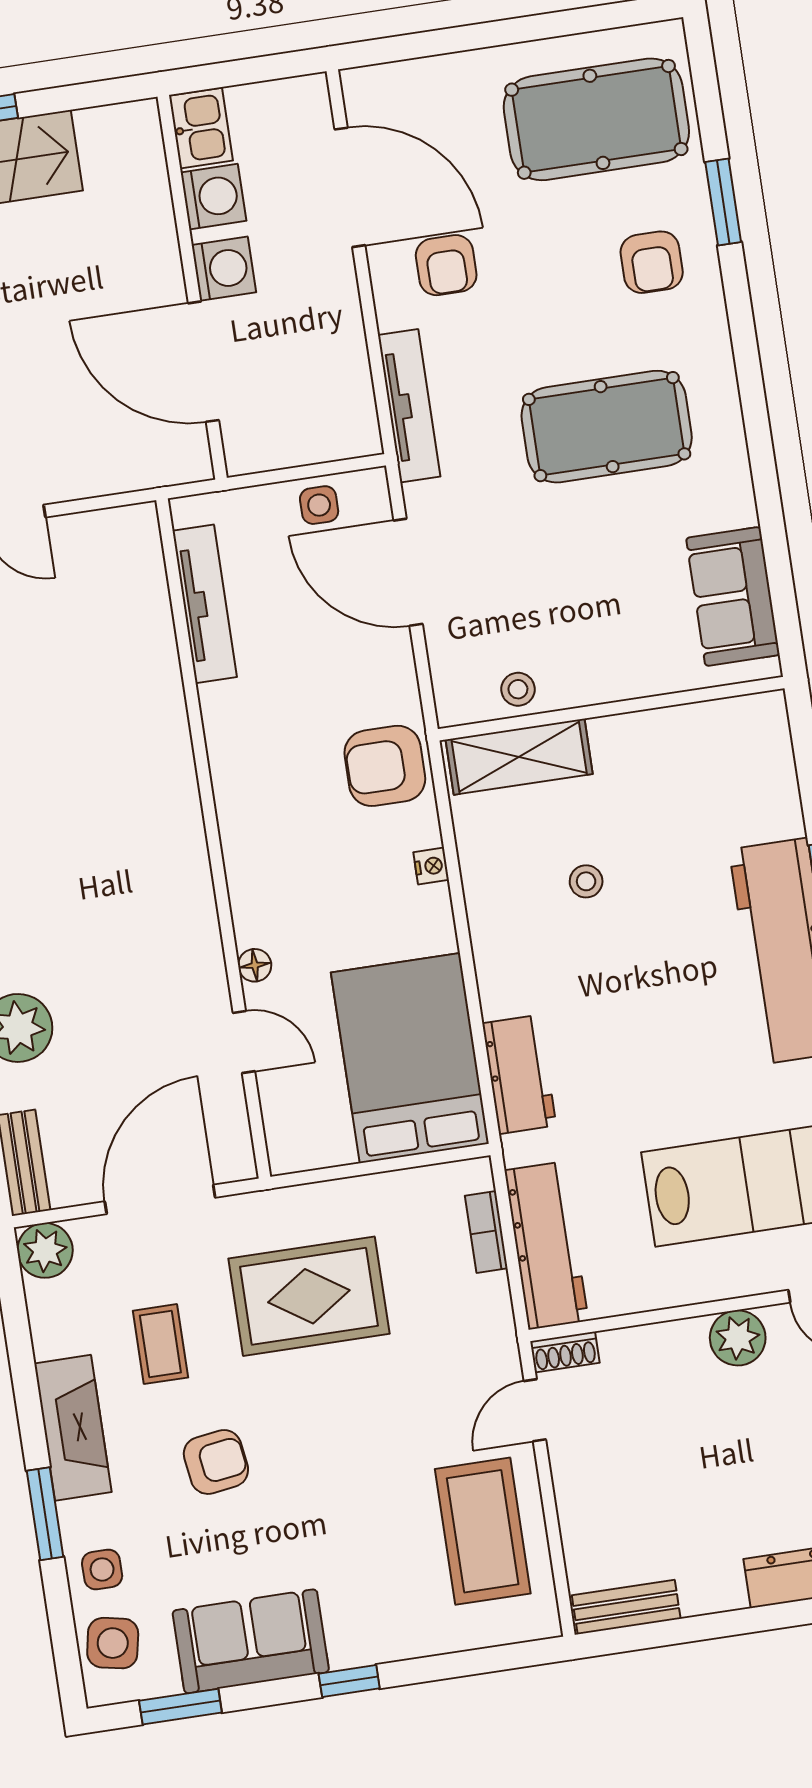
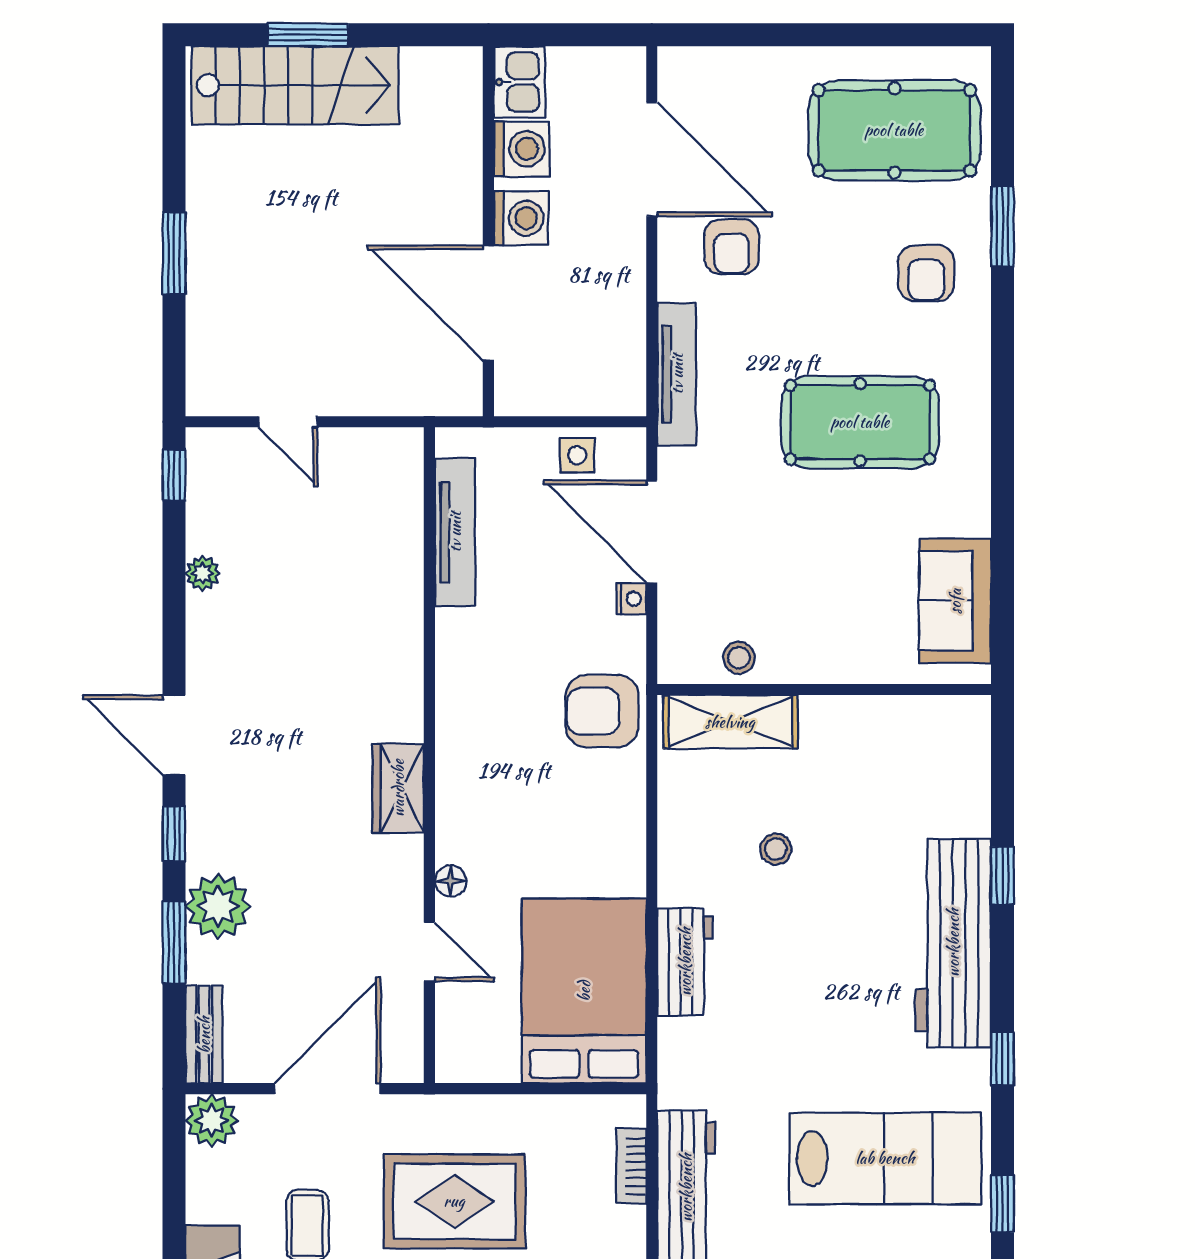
nightstand: (431, 866) -> (631, 599), moved
wardrobe: (186, 878) -> (398, 788), added
workbench: (519, 1074) -> (685, 962), moved

